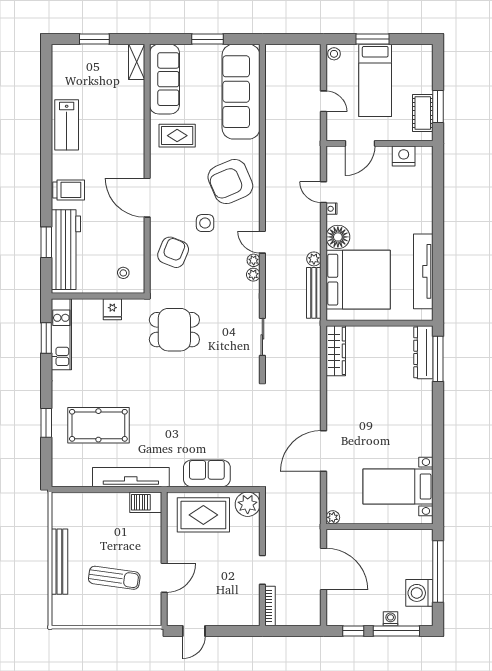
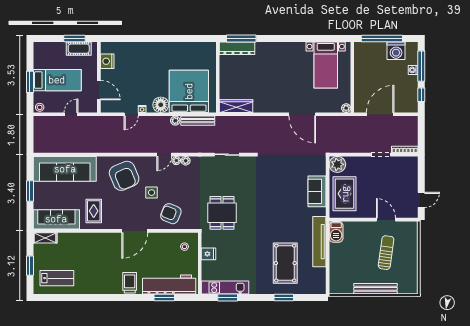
lab bench: (67, 125) -> (57, 278), moved
tv unit: (423, 271) -> (183, 48), removed
door: (194, 631) -> (421, 200), hinge flipped

